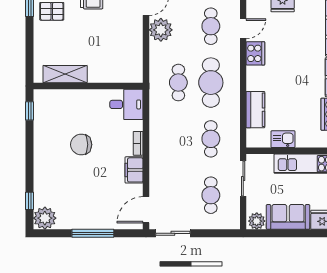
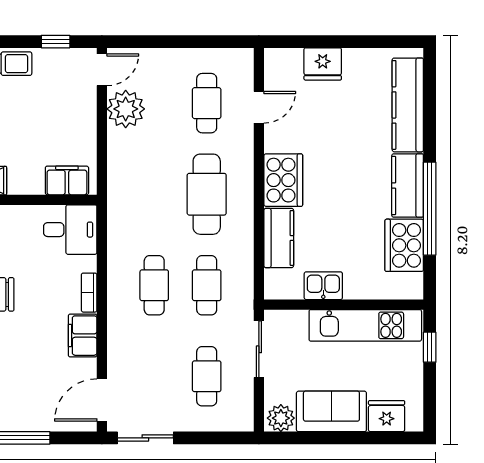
cooker: (255, 53) -> (283, 180), moved, width x1.37, depth x1.31
filing cabinet: (124, 74) -> (67, 180), added
cafe table: (178, 83) -> (154, 285), moved

